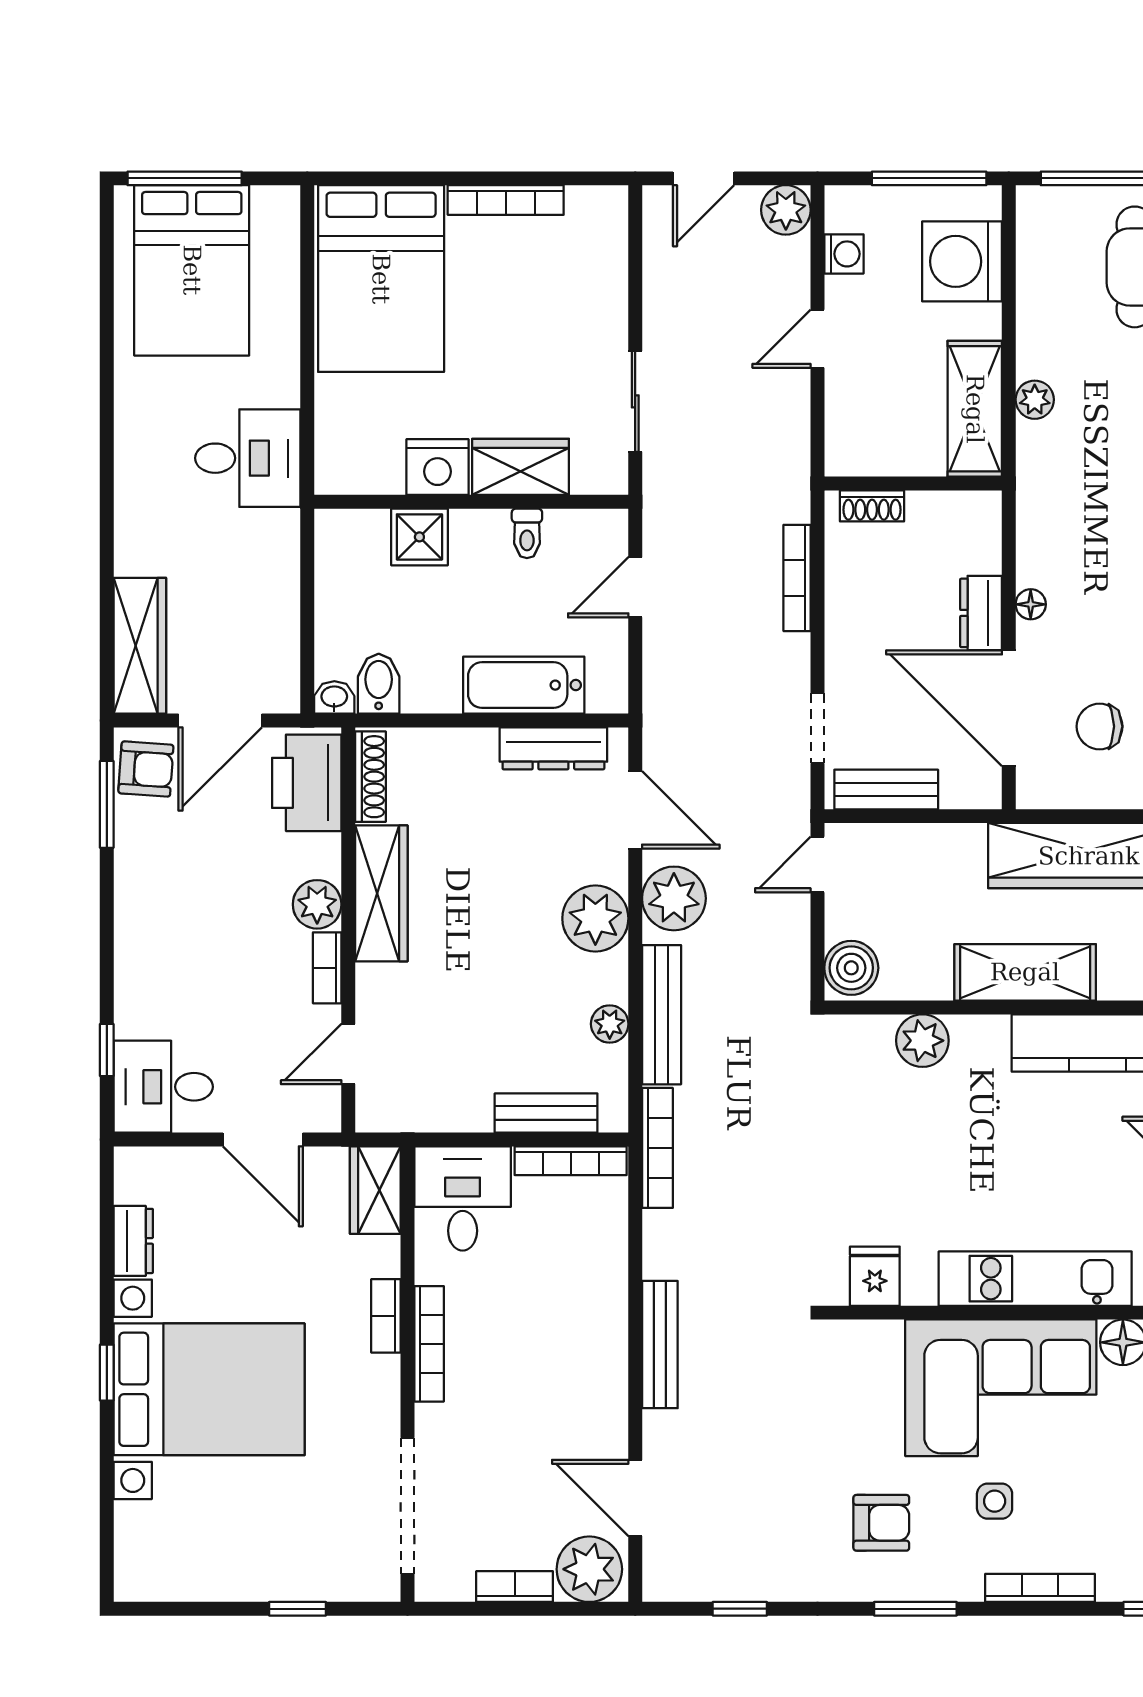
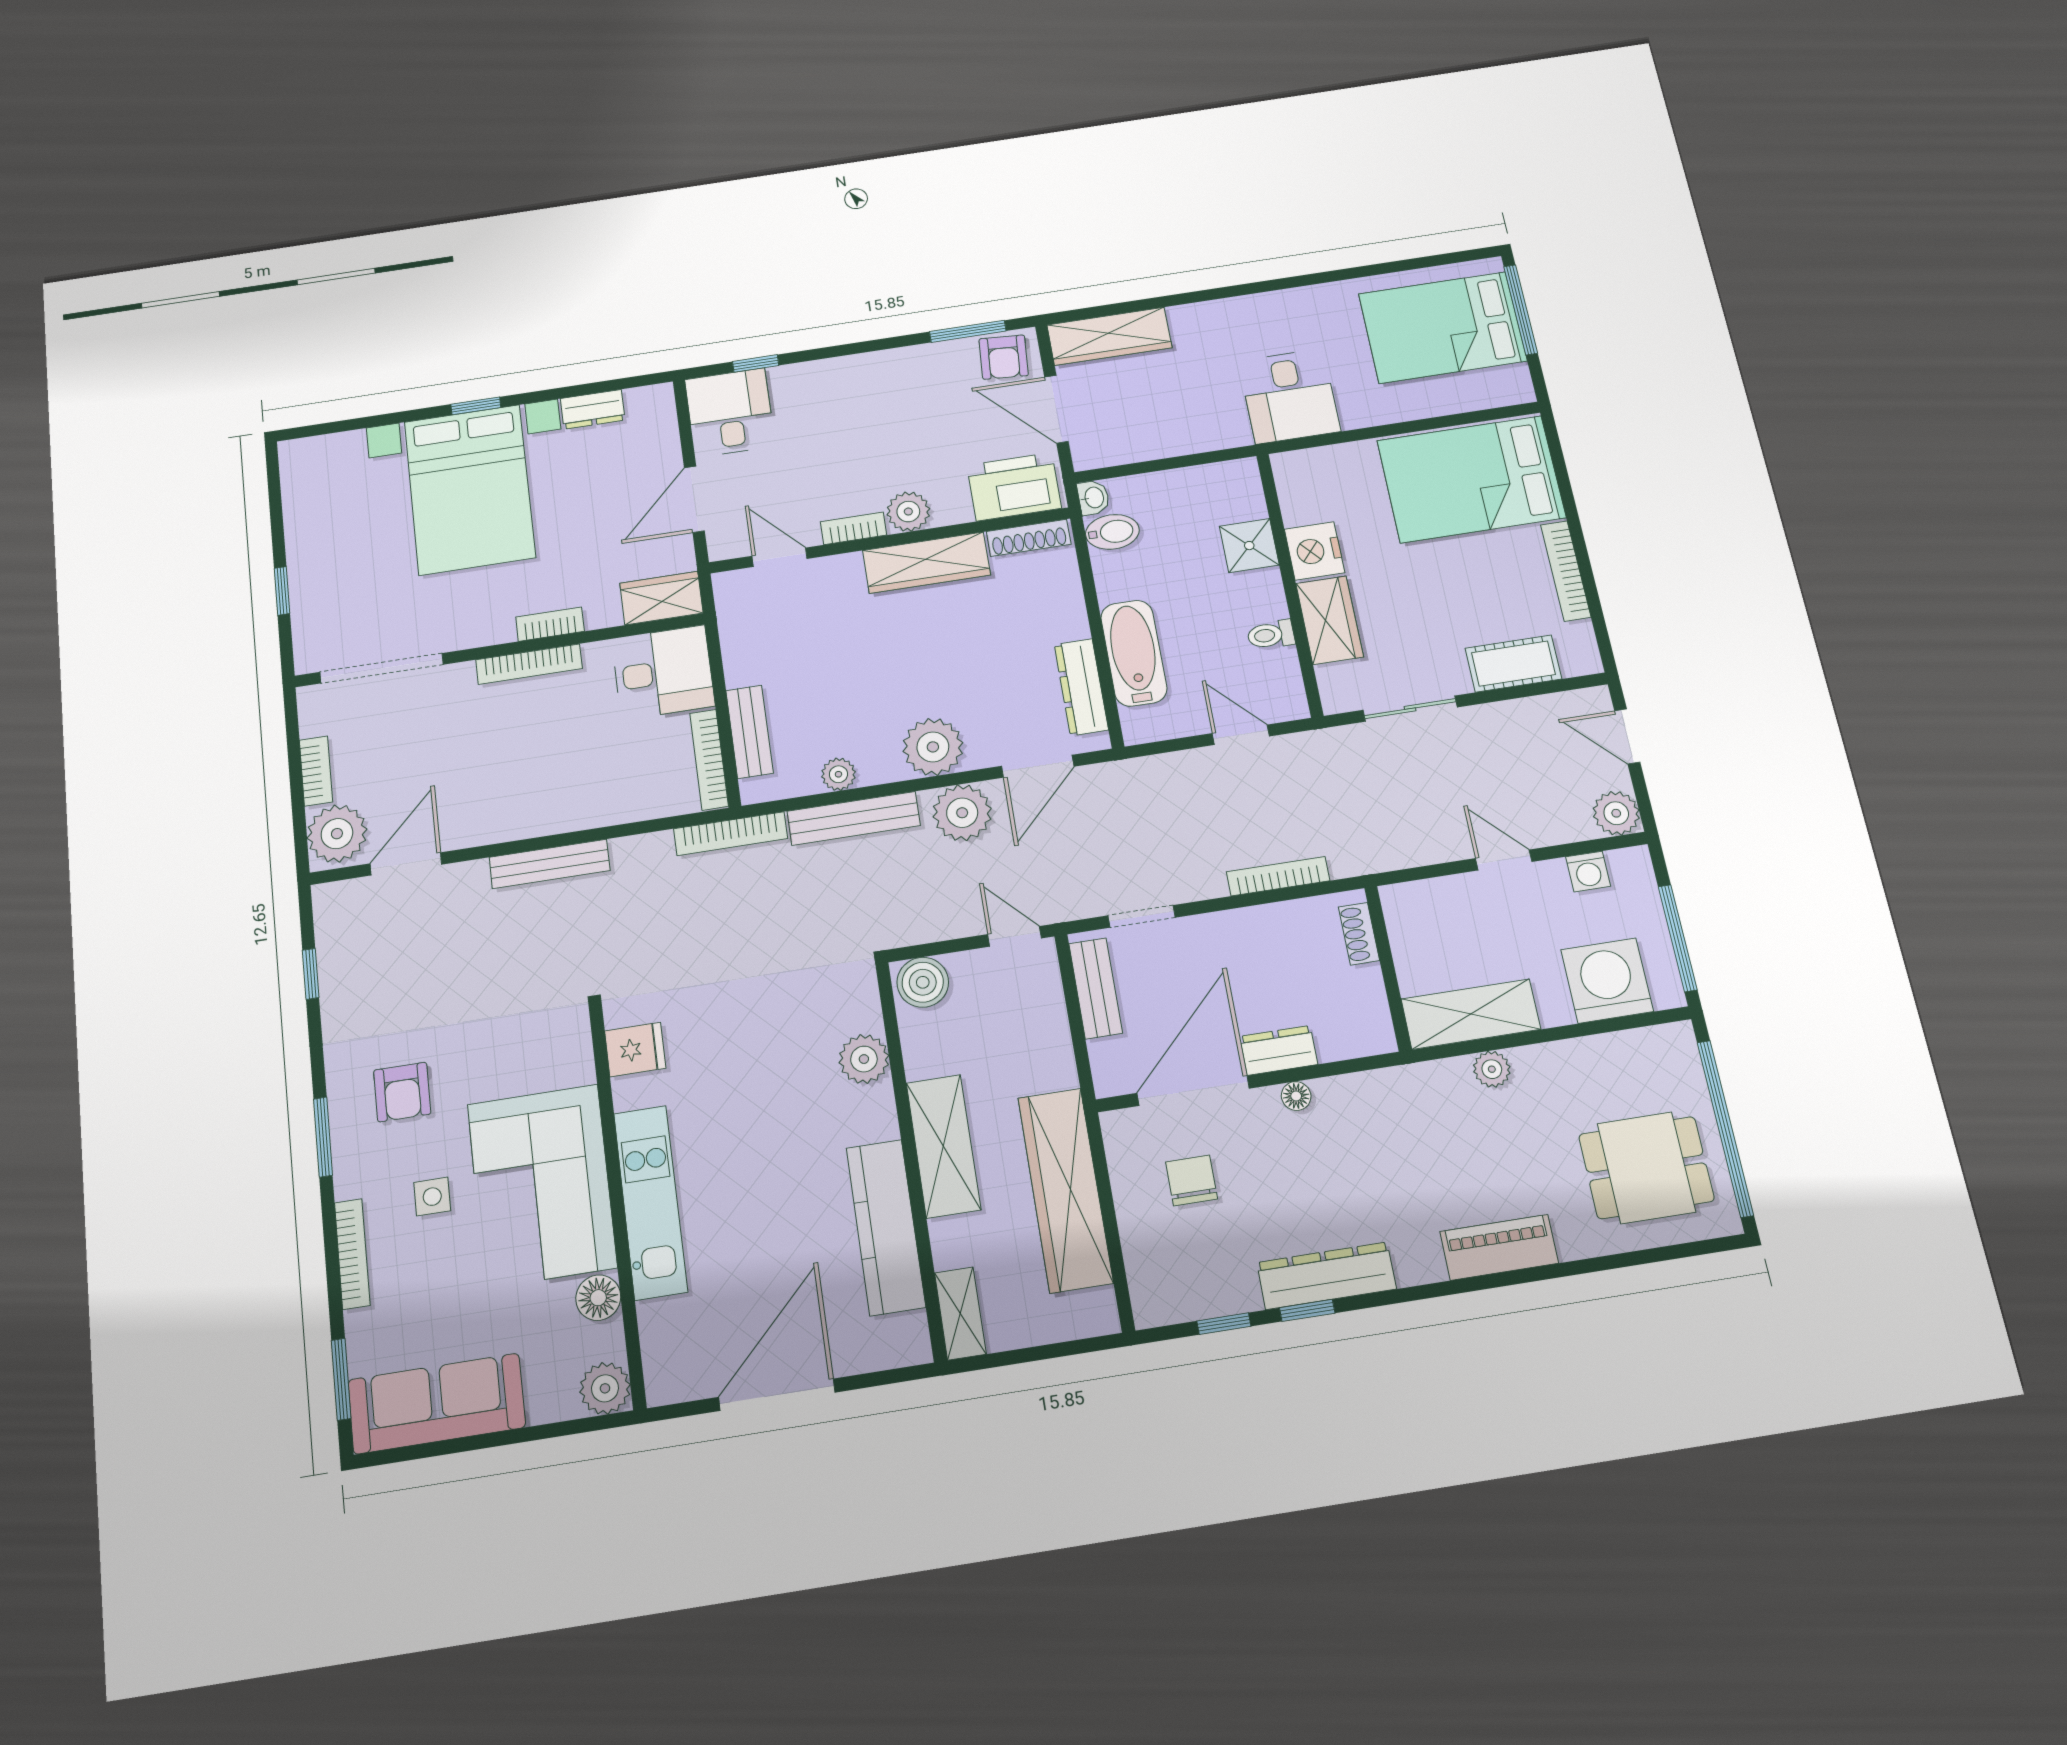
cot: (602, 280) -> (1513, 664), added

